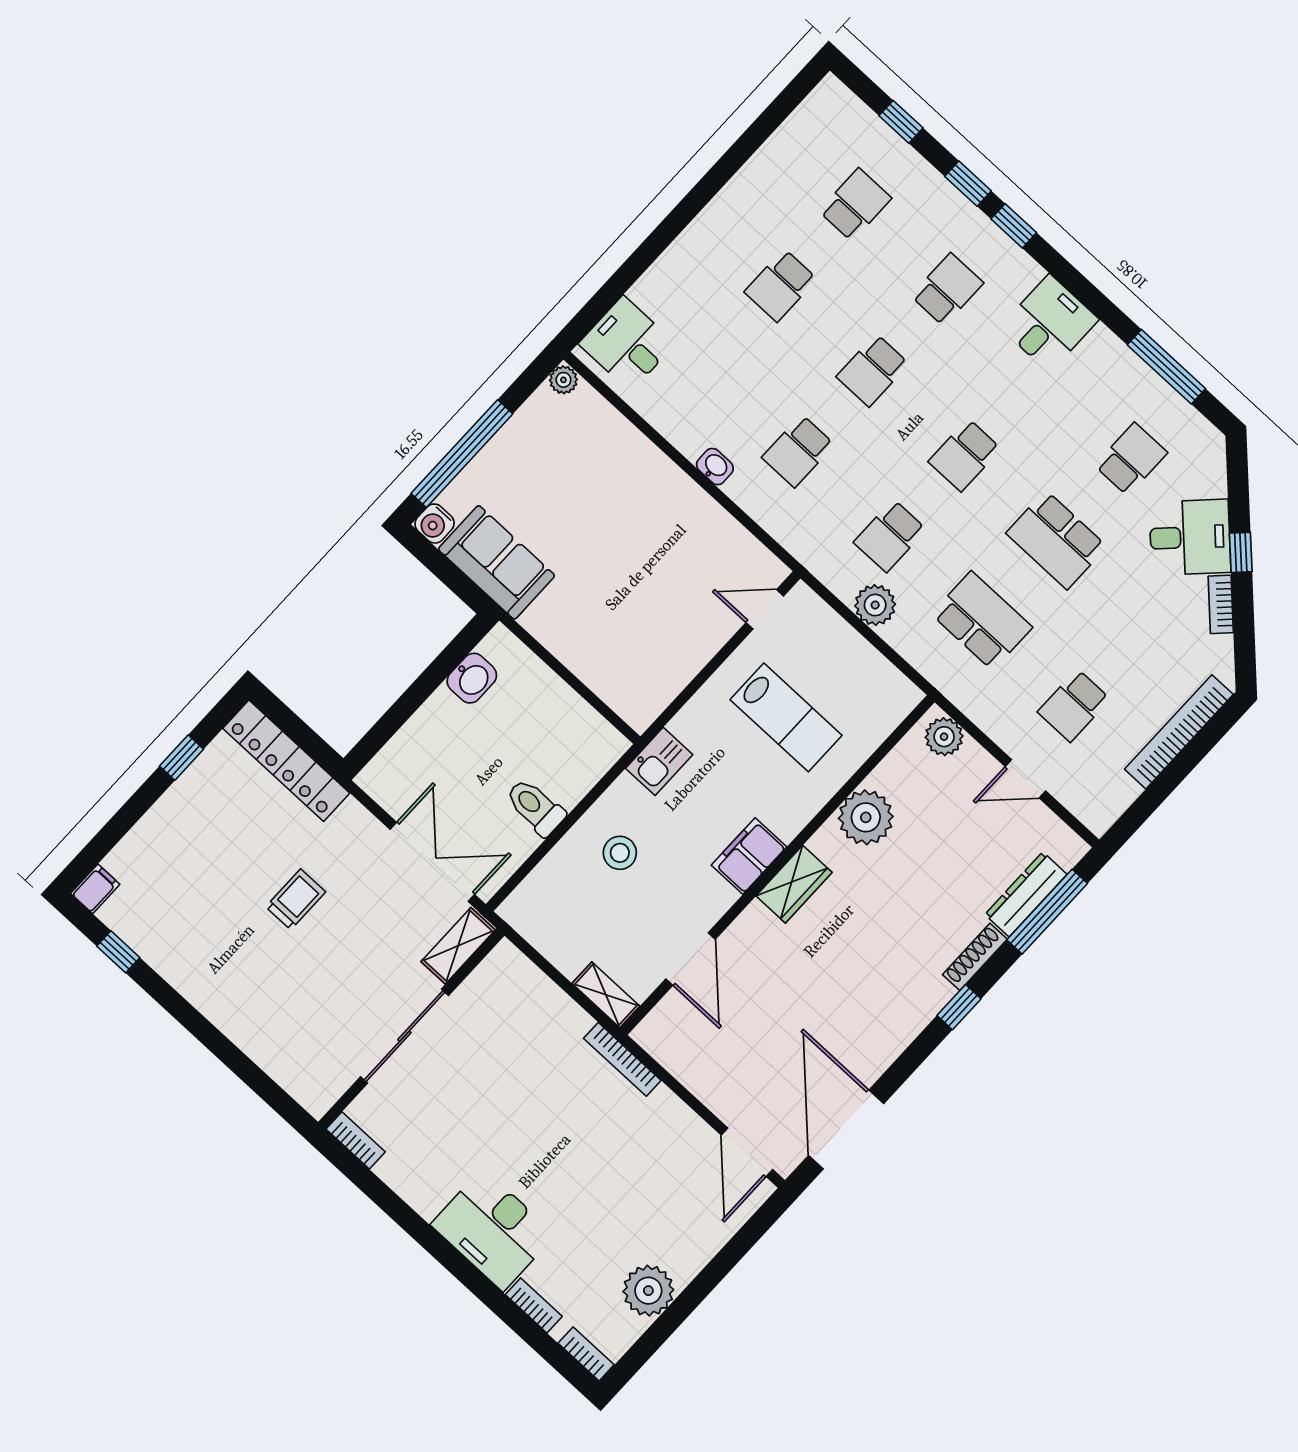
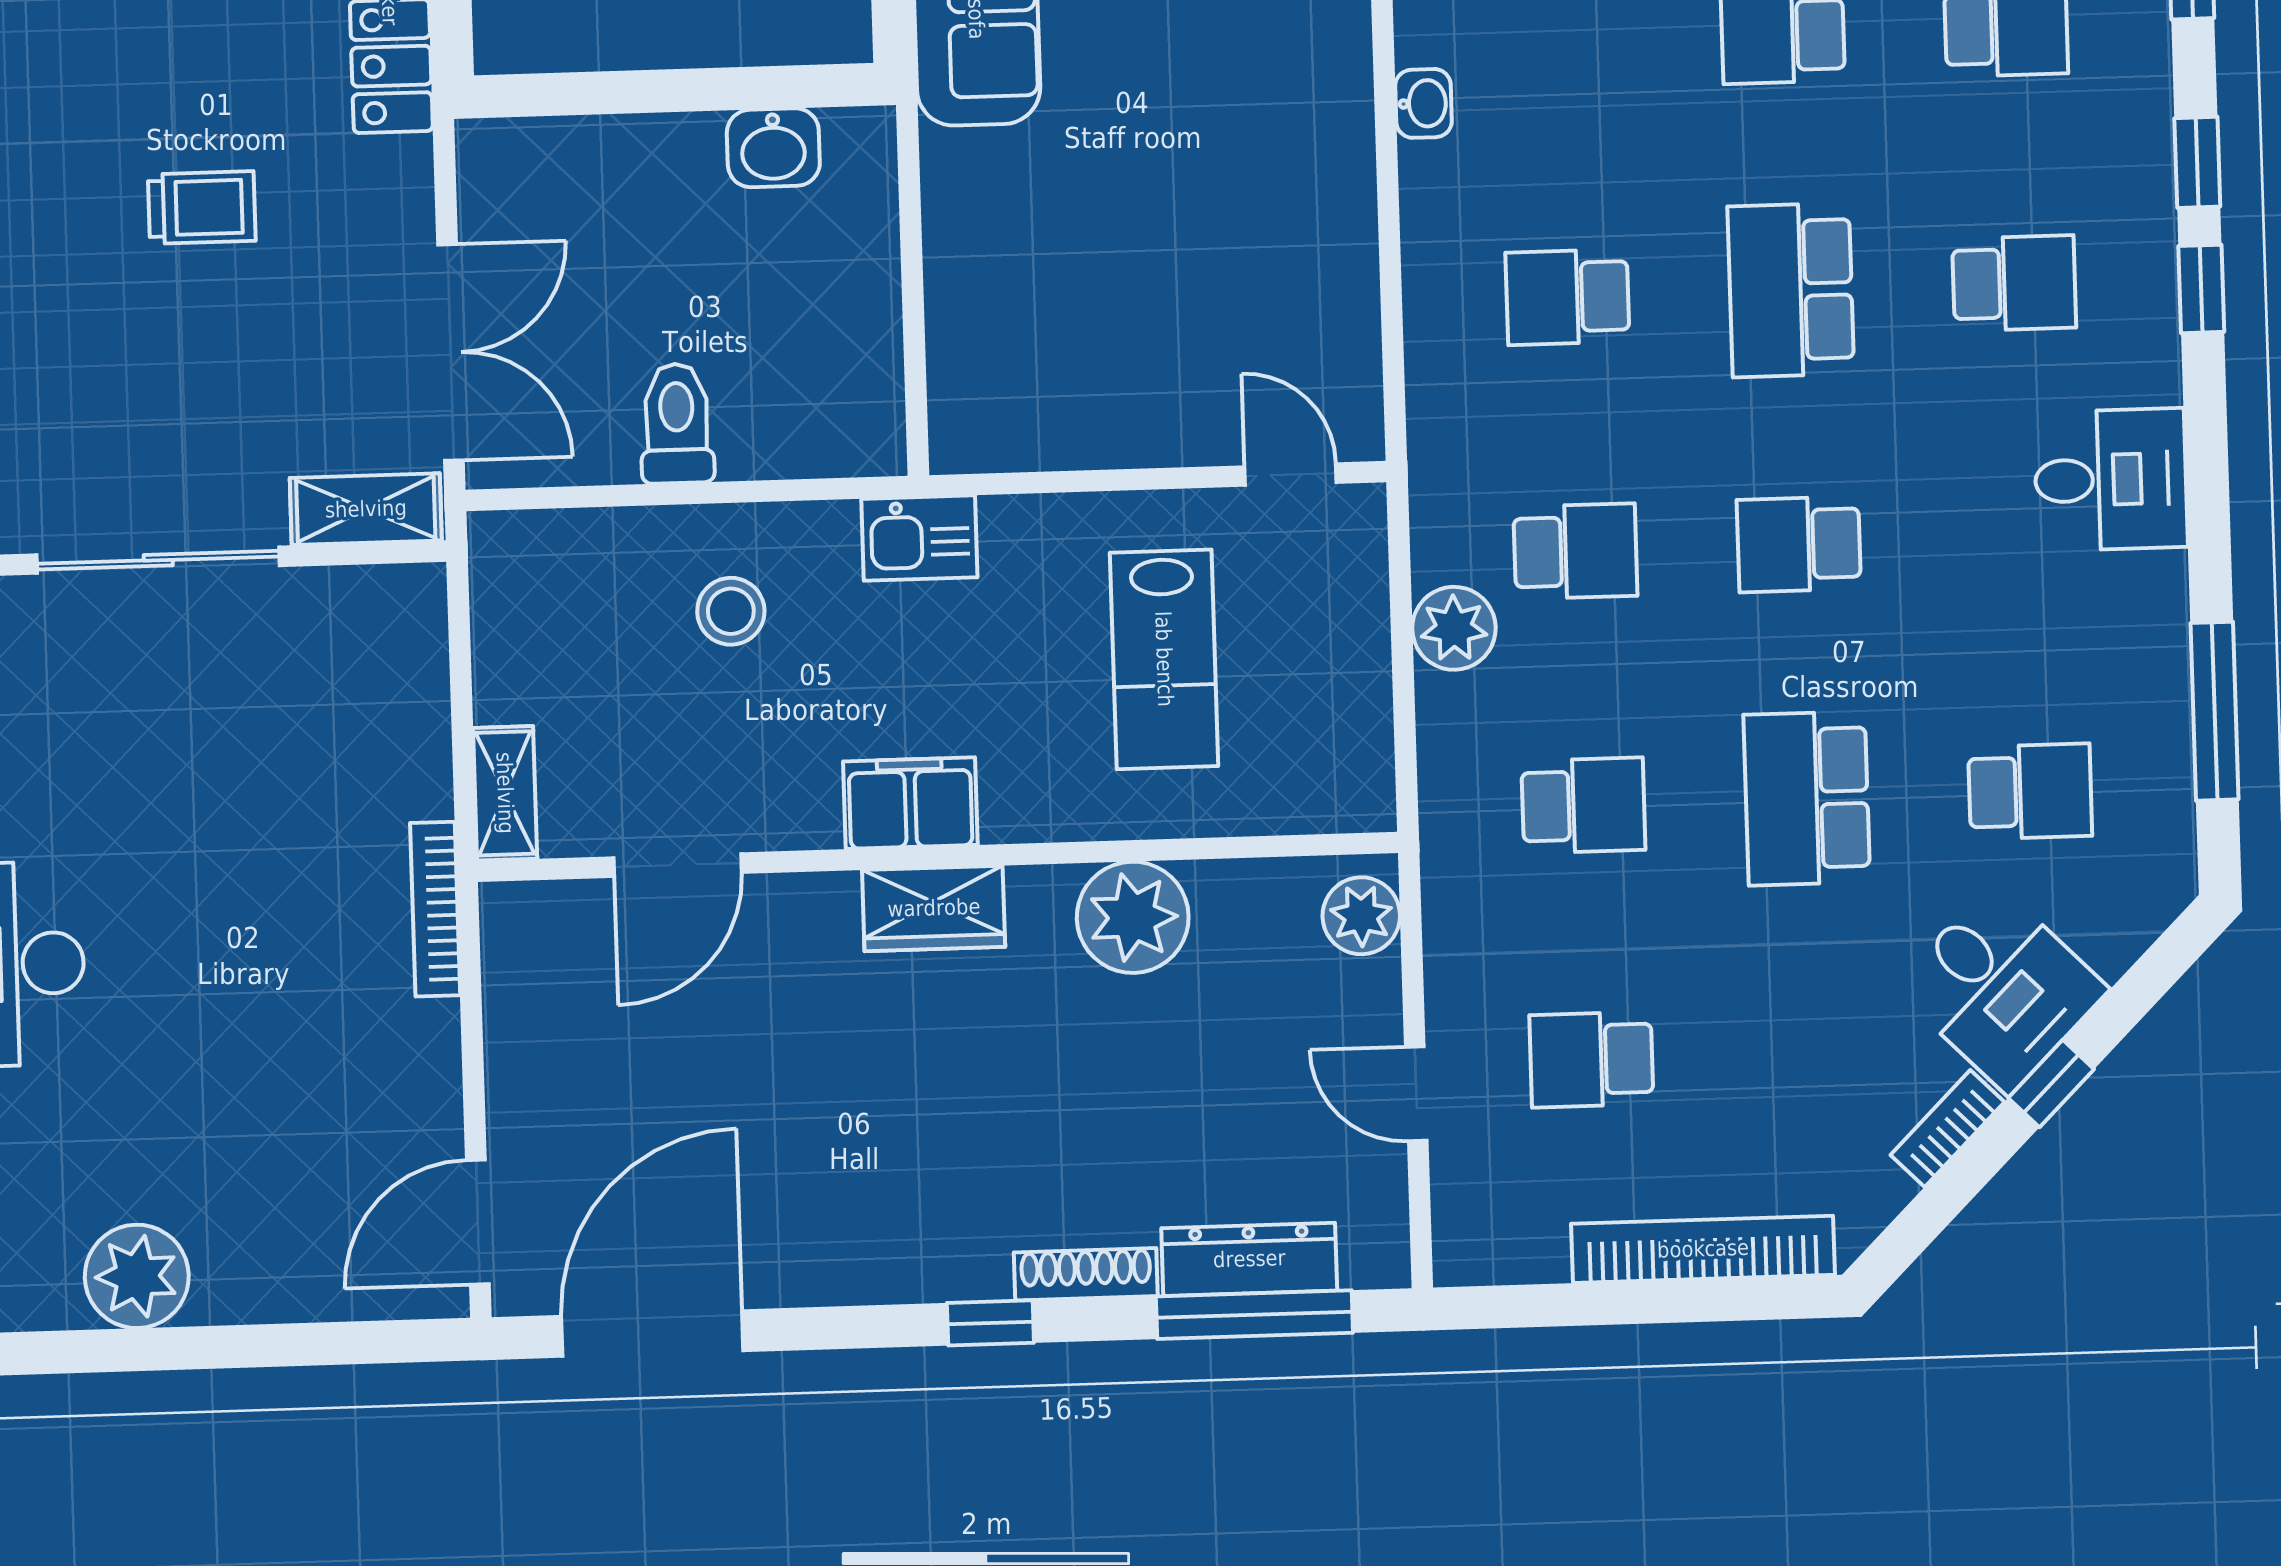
school desk: (873, 370) -> (1791, 290), width x1.85
washbasin: (715, 467) -> (1424, 103), moved
school desk: (890, 536) -> (1575, 551), turned 180
school desk: (982, 621) -> (1583, 805), width x0.54

